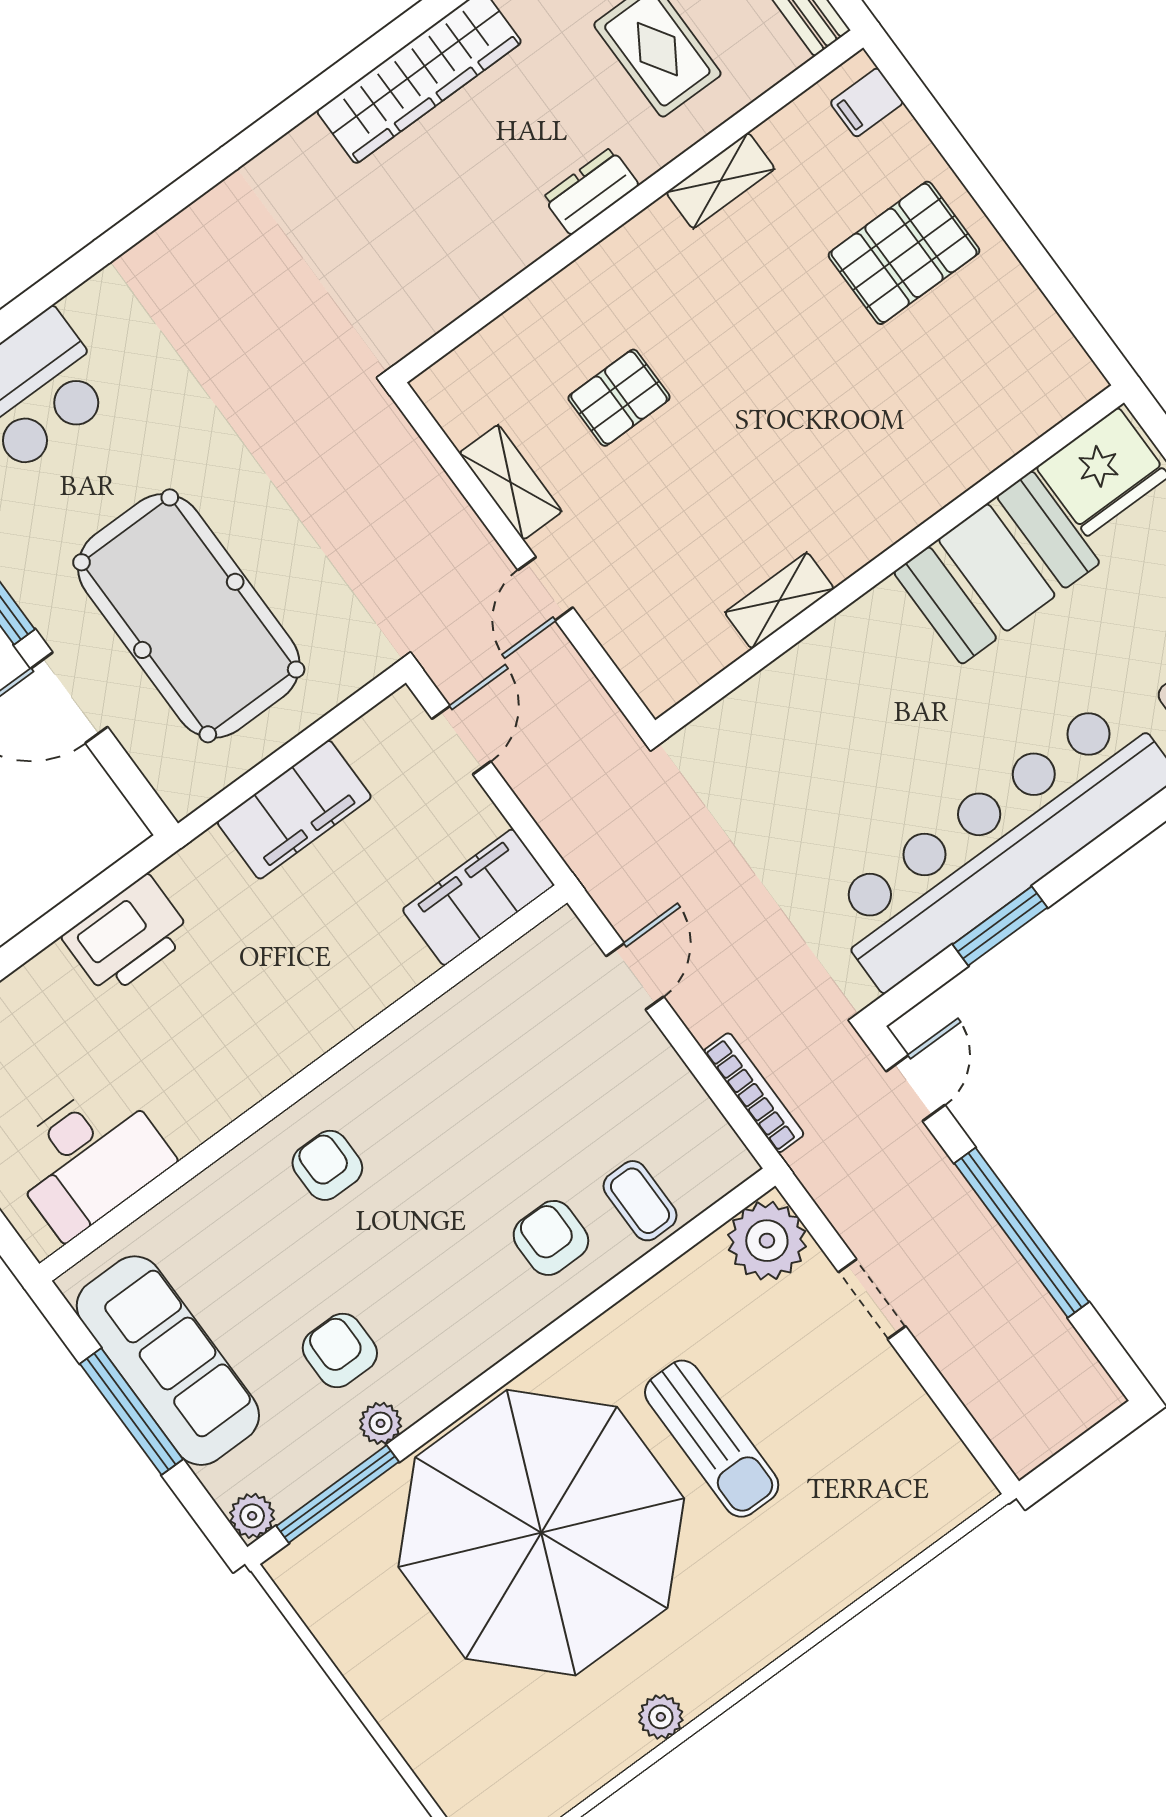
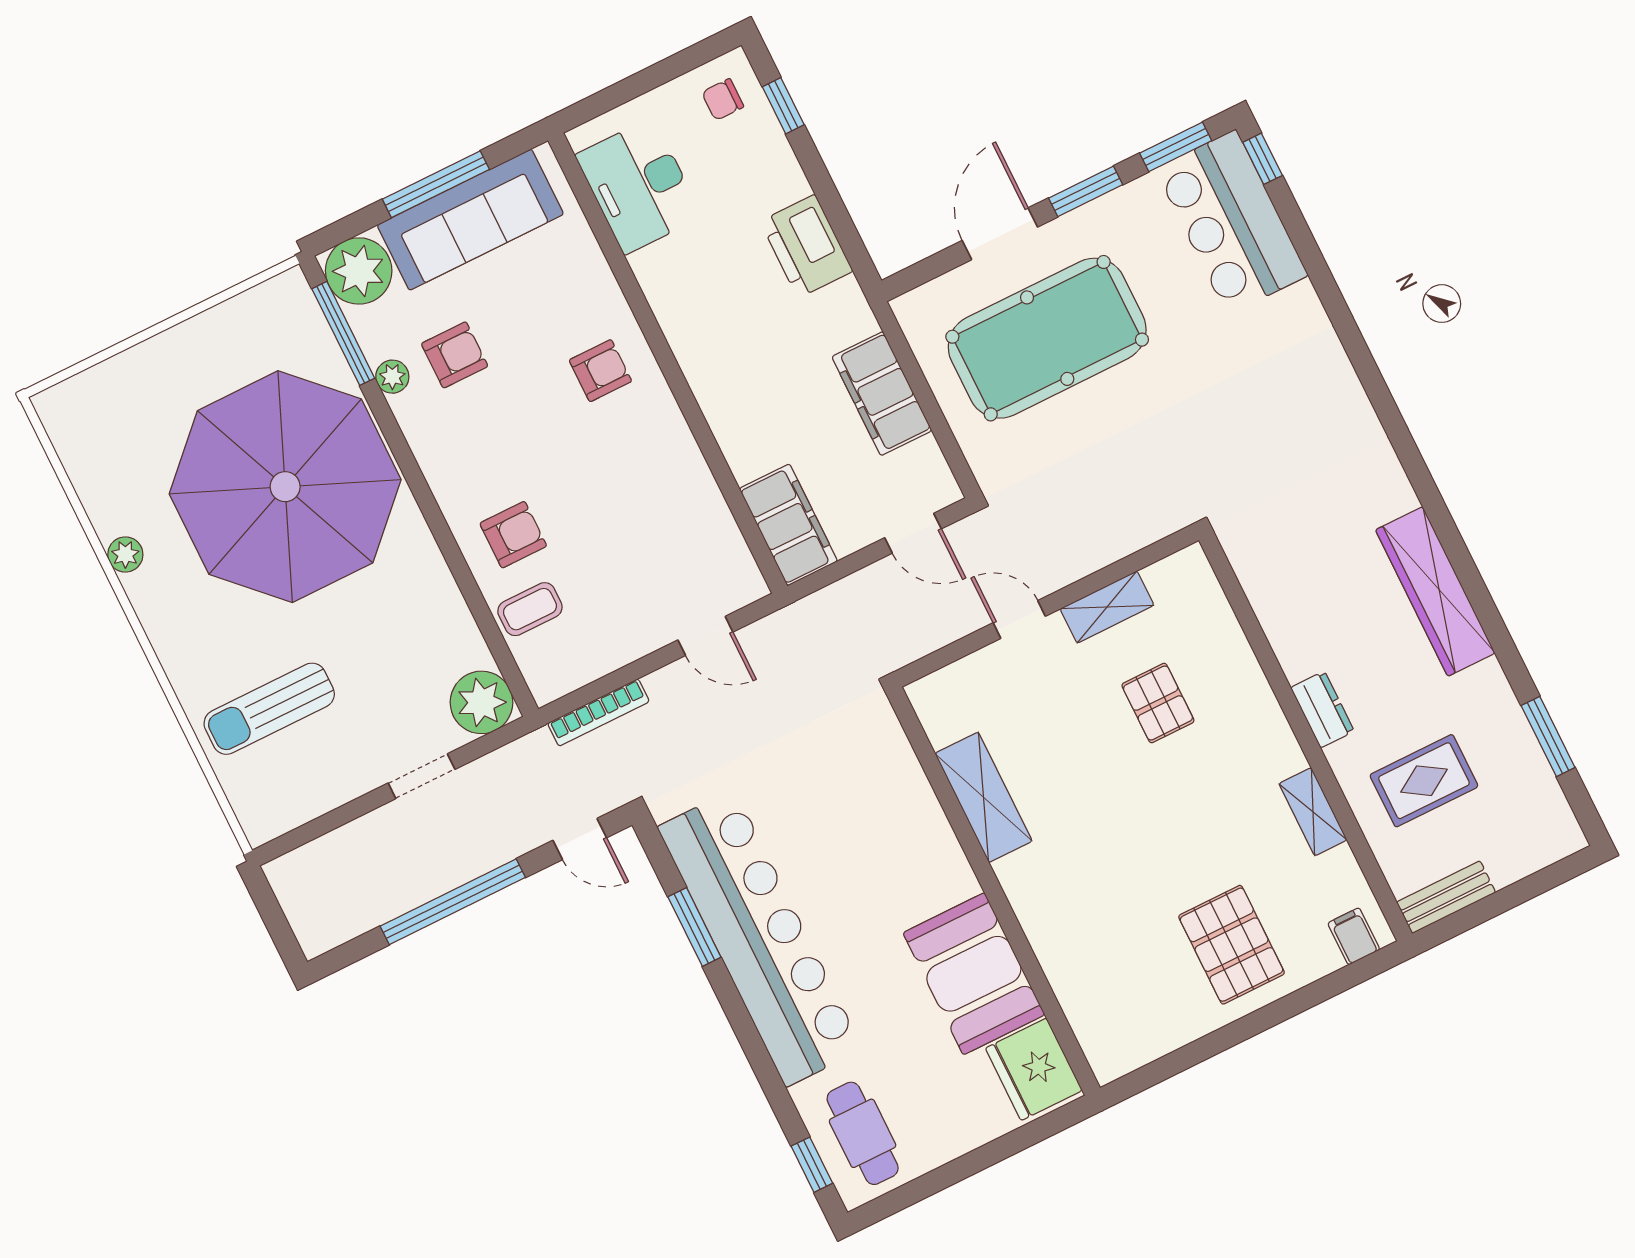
shelving: (779, 601) -> (984, 797), width x1.50, depth x1.33
sun lounger: (712, 1439) -> (269, 709), moved
plant: (252, 1516) -> (359, 271), width x1.88, depth x1.88

